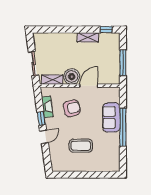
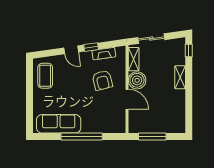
window: (106, 30) -> (189, 51), moved
shelving: (88, 37) -> (180, 77), moved
sofa: (111, 117) -> (59, 124), moved, width x1.36
coffee table: (81, 146) -> (45, 76), moved

